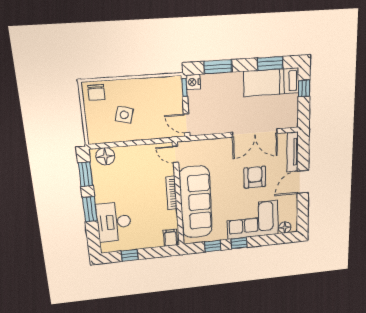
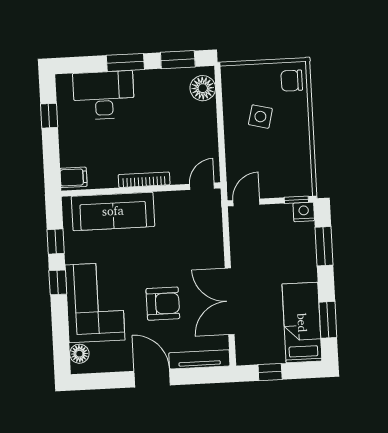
window: (304, 88) -> (270, 372), moved
sofa: (196, 202) -> (113, 211), width x0.74, depth x0.79

